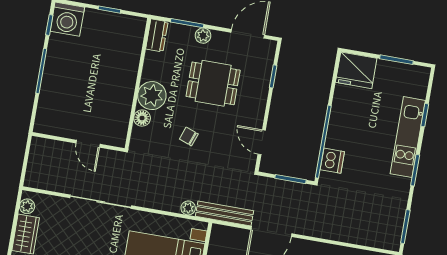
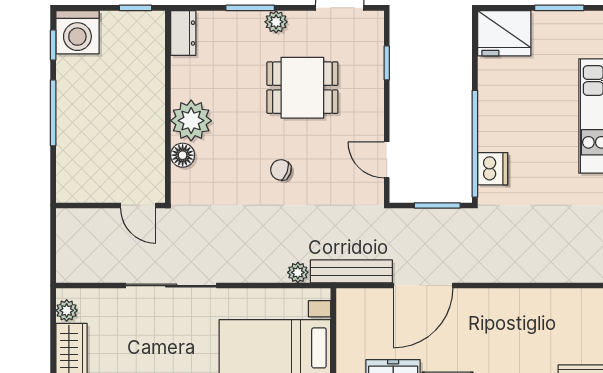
dresser: (157, 35) -> (183, 33), moved
wall: (138, 83) -> (168, 107), moved
plant: (152, 96) -> (191, 121), moved
floor lamp: (142, 118) -> (183, 155), moved

